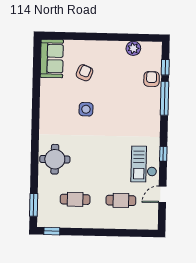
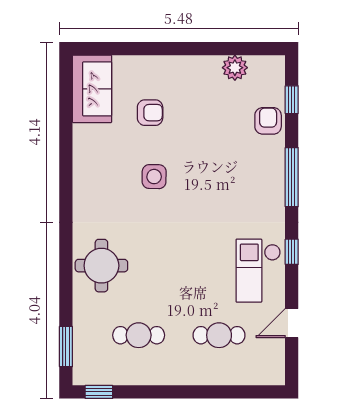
armchair: (84, 73) -> (150, 113), turned 68
window: (165, 98) -> (292, 177), moved

